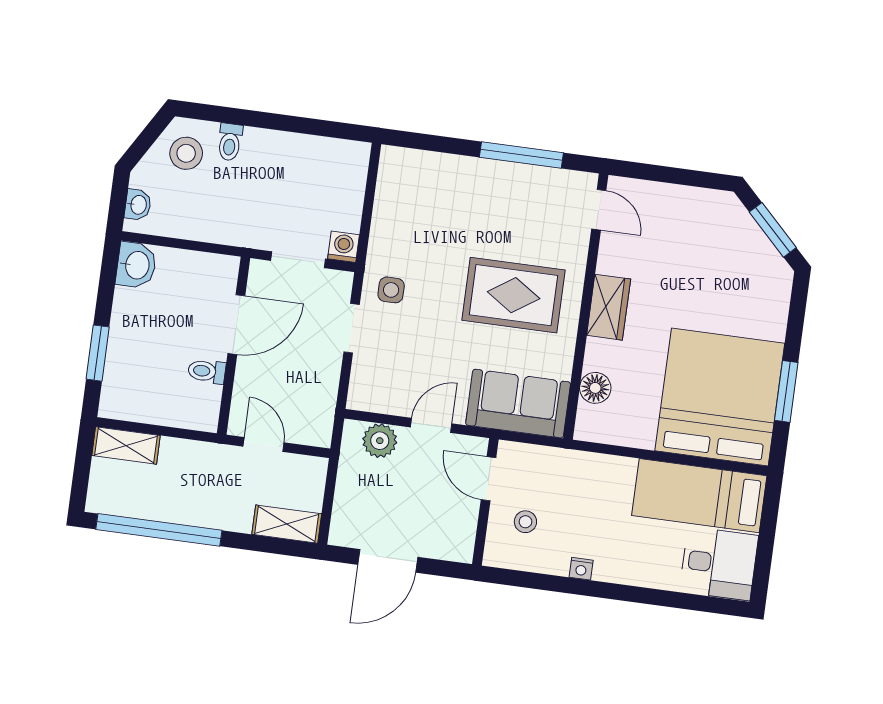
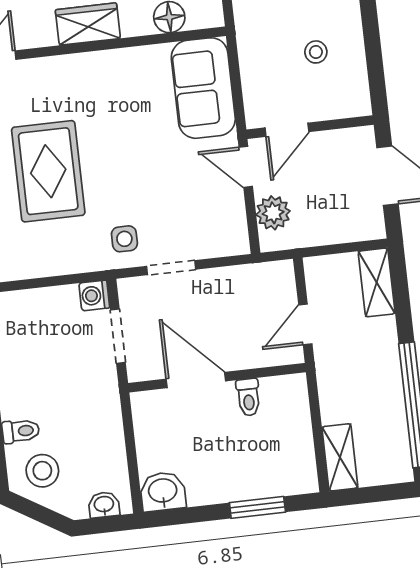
rug: (514, 295) -> (48, 171), moved
door: (489, 479) -> (287, 130), moved
wall: (485, 502) -> (310, 127), moved

